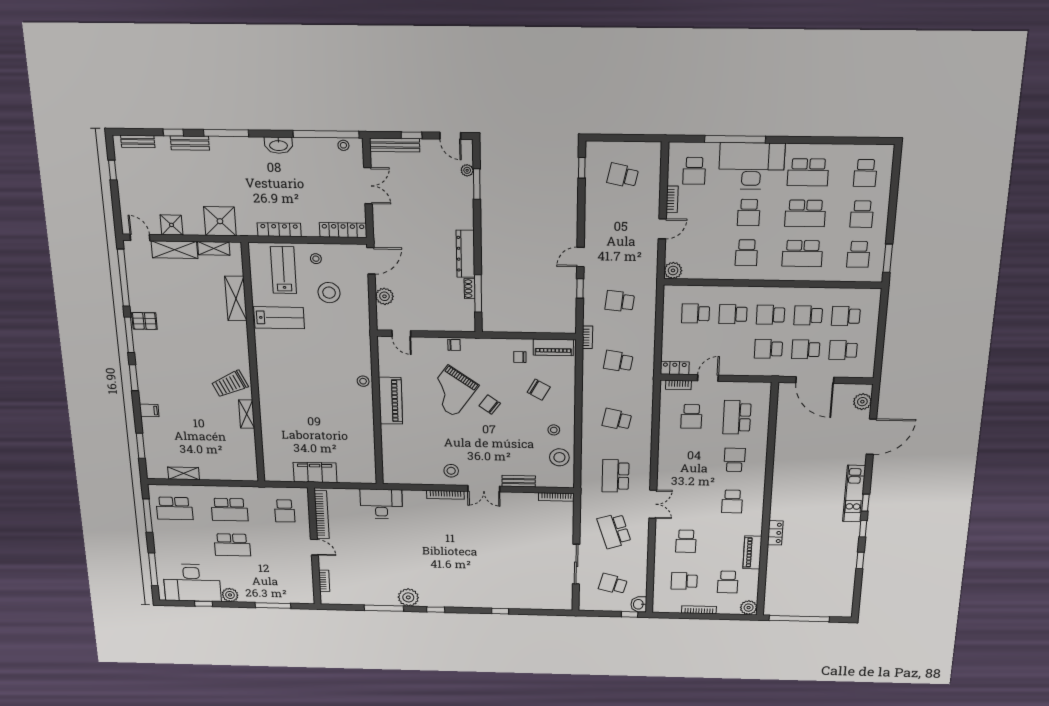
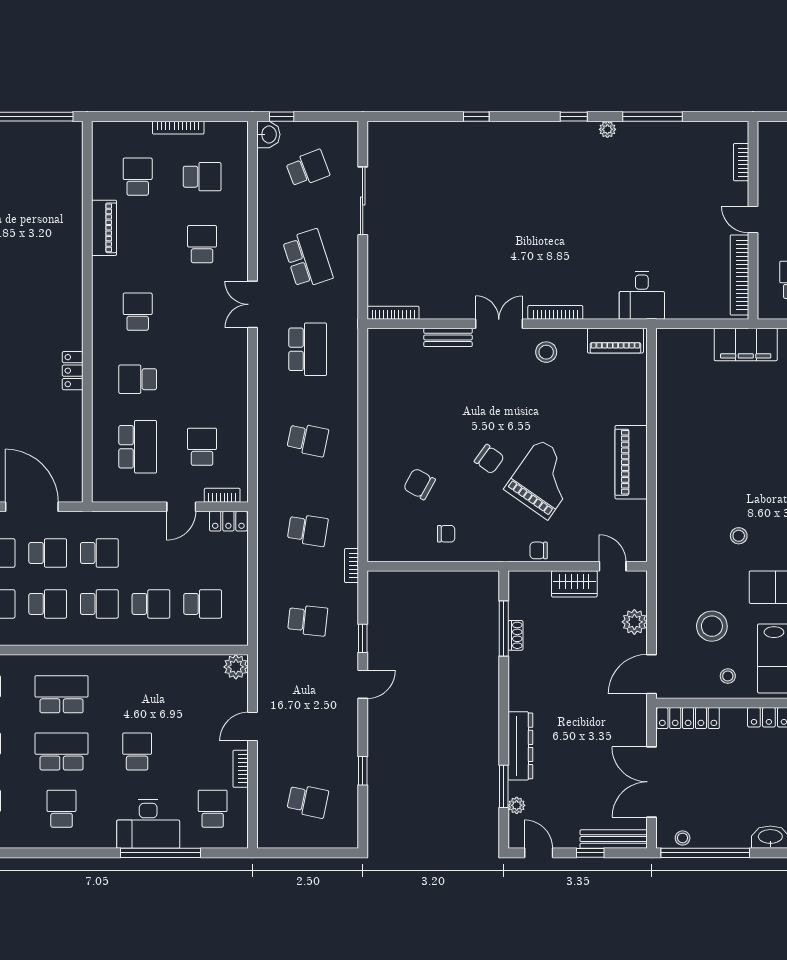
desk: (752, 166) -> (148, 824), width x0.73, depth x0.77
window: (582, 168) -> (363, 771), moved
school desk: (808, 172) -> (62, 809), width x0.54
double door: (368, 186) -> (652, 782), width x1.37
school desk: (747, 253) -> (137, 694), removed
dresser: (466, 254) -> (520, 746), moved
wardrobe: (428, 322) -> (574, 584), added
piano: (553, 347) -> (615, 341), moved, turned 180
stool: (363, 381) -> (739, 536), moved
stool: (554, 430) -> (397, 421), removed
stool: (559, 457) -> (389, 377), removed
school desk: (735, 460) -> (138, 379), turned 90
desk: (381, 504) -> (642, 295), width x0.73
locker: (775, 533) -> (73, 371), moved
school desk: (613, 584) -> (308, 169), turned -36
plant: (408, 597) -> (607, 129), width x0.53, depth x0.53
plant: (749, 608) -> (105, 134), removed

